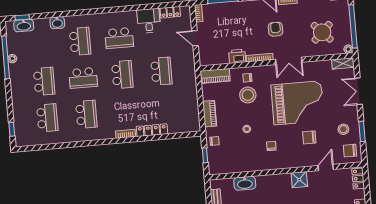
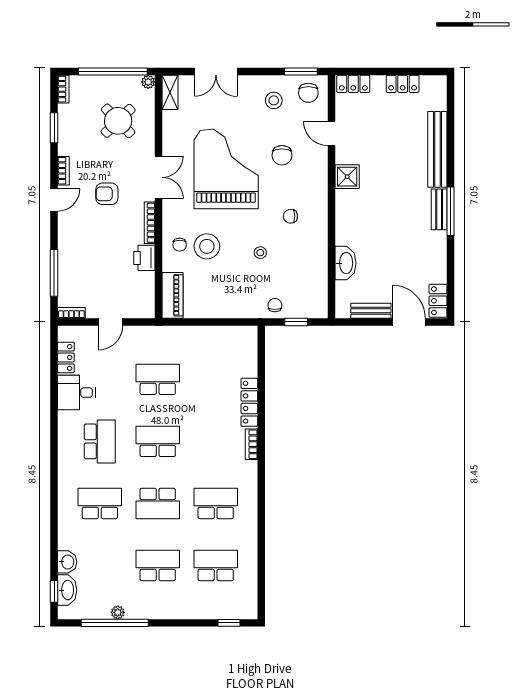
washbasin: (57, 23) -> (67, 562), moved
school desk: (83, 78) -> (158, 503), turned 90
piano: (210, 114) -> (231, 309), removed
window: (362, 131) -> (301, 71), moved

